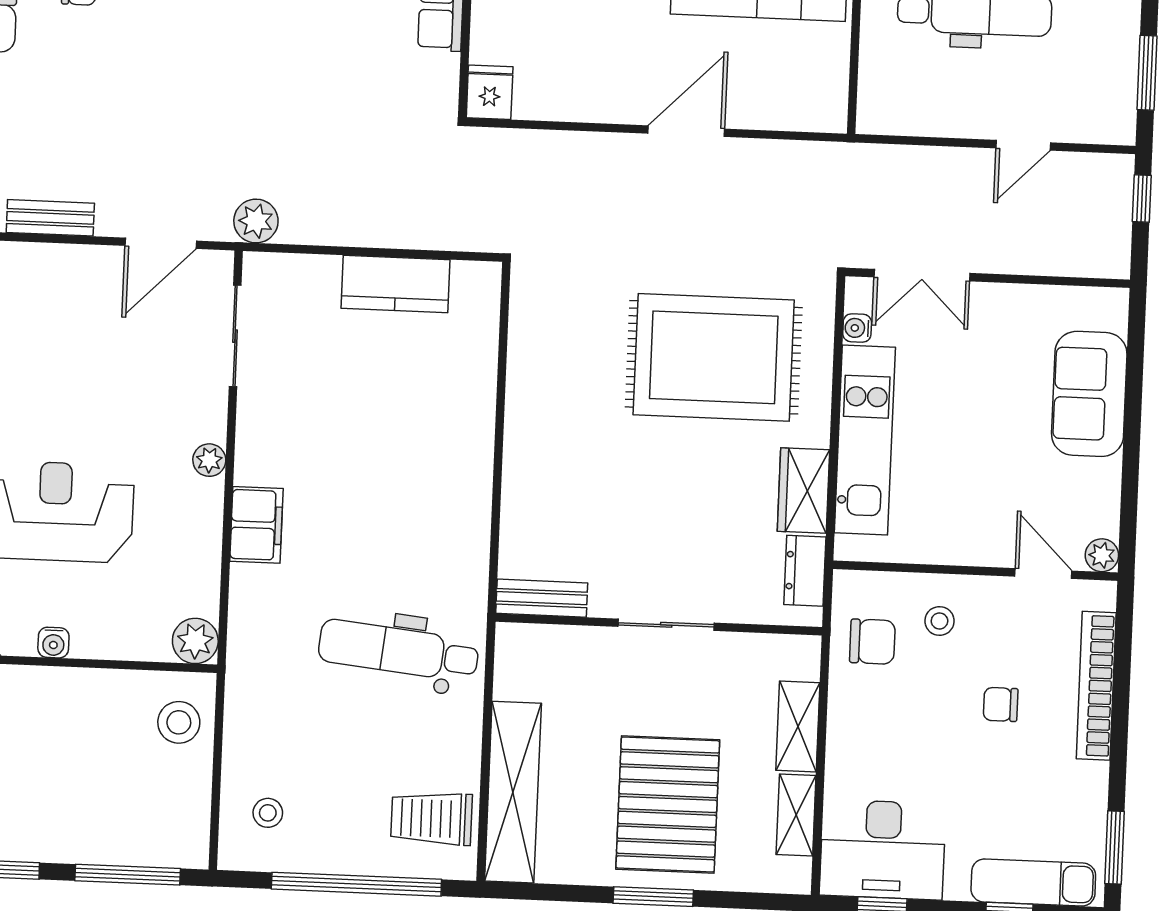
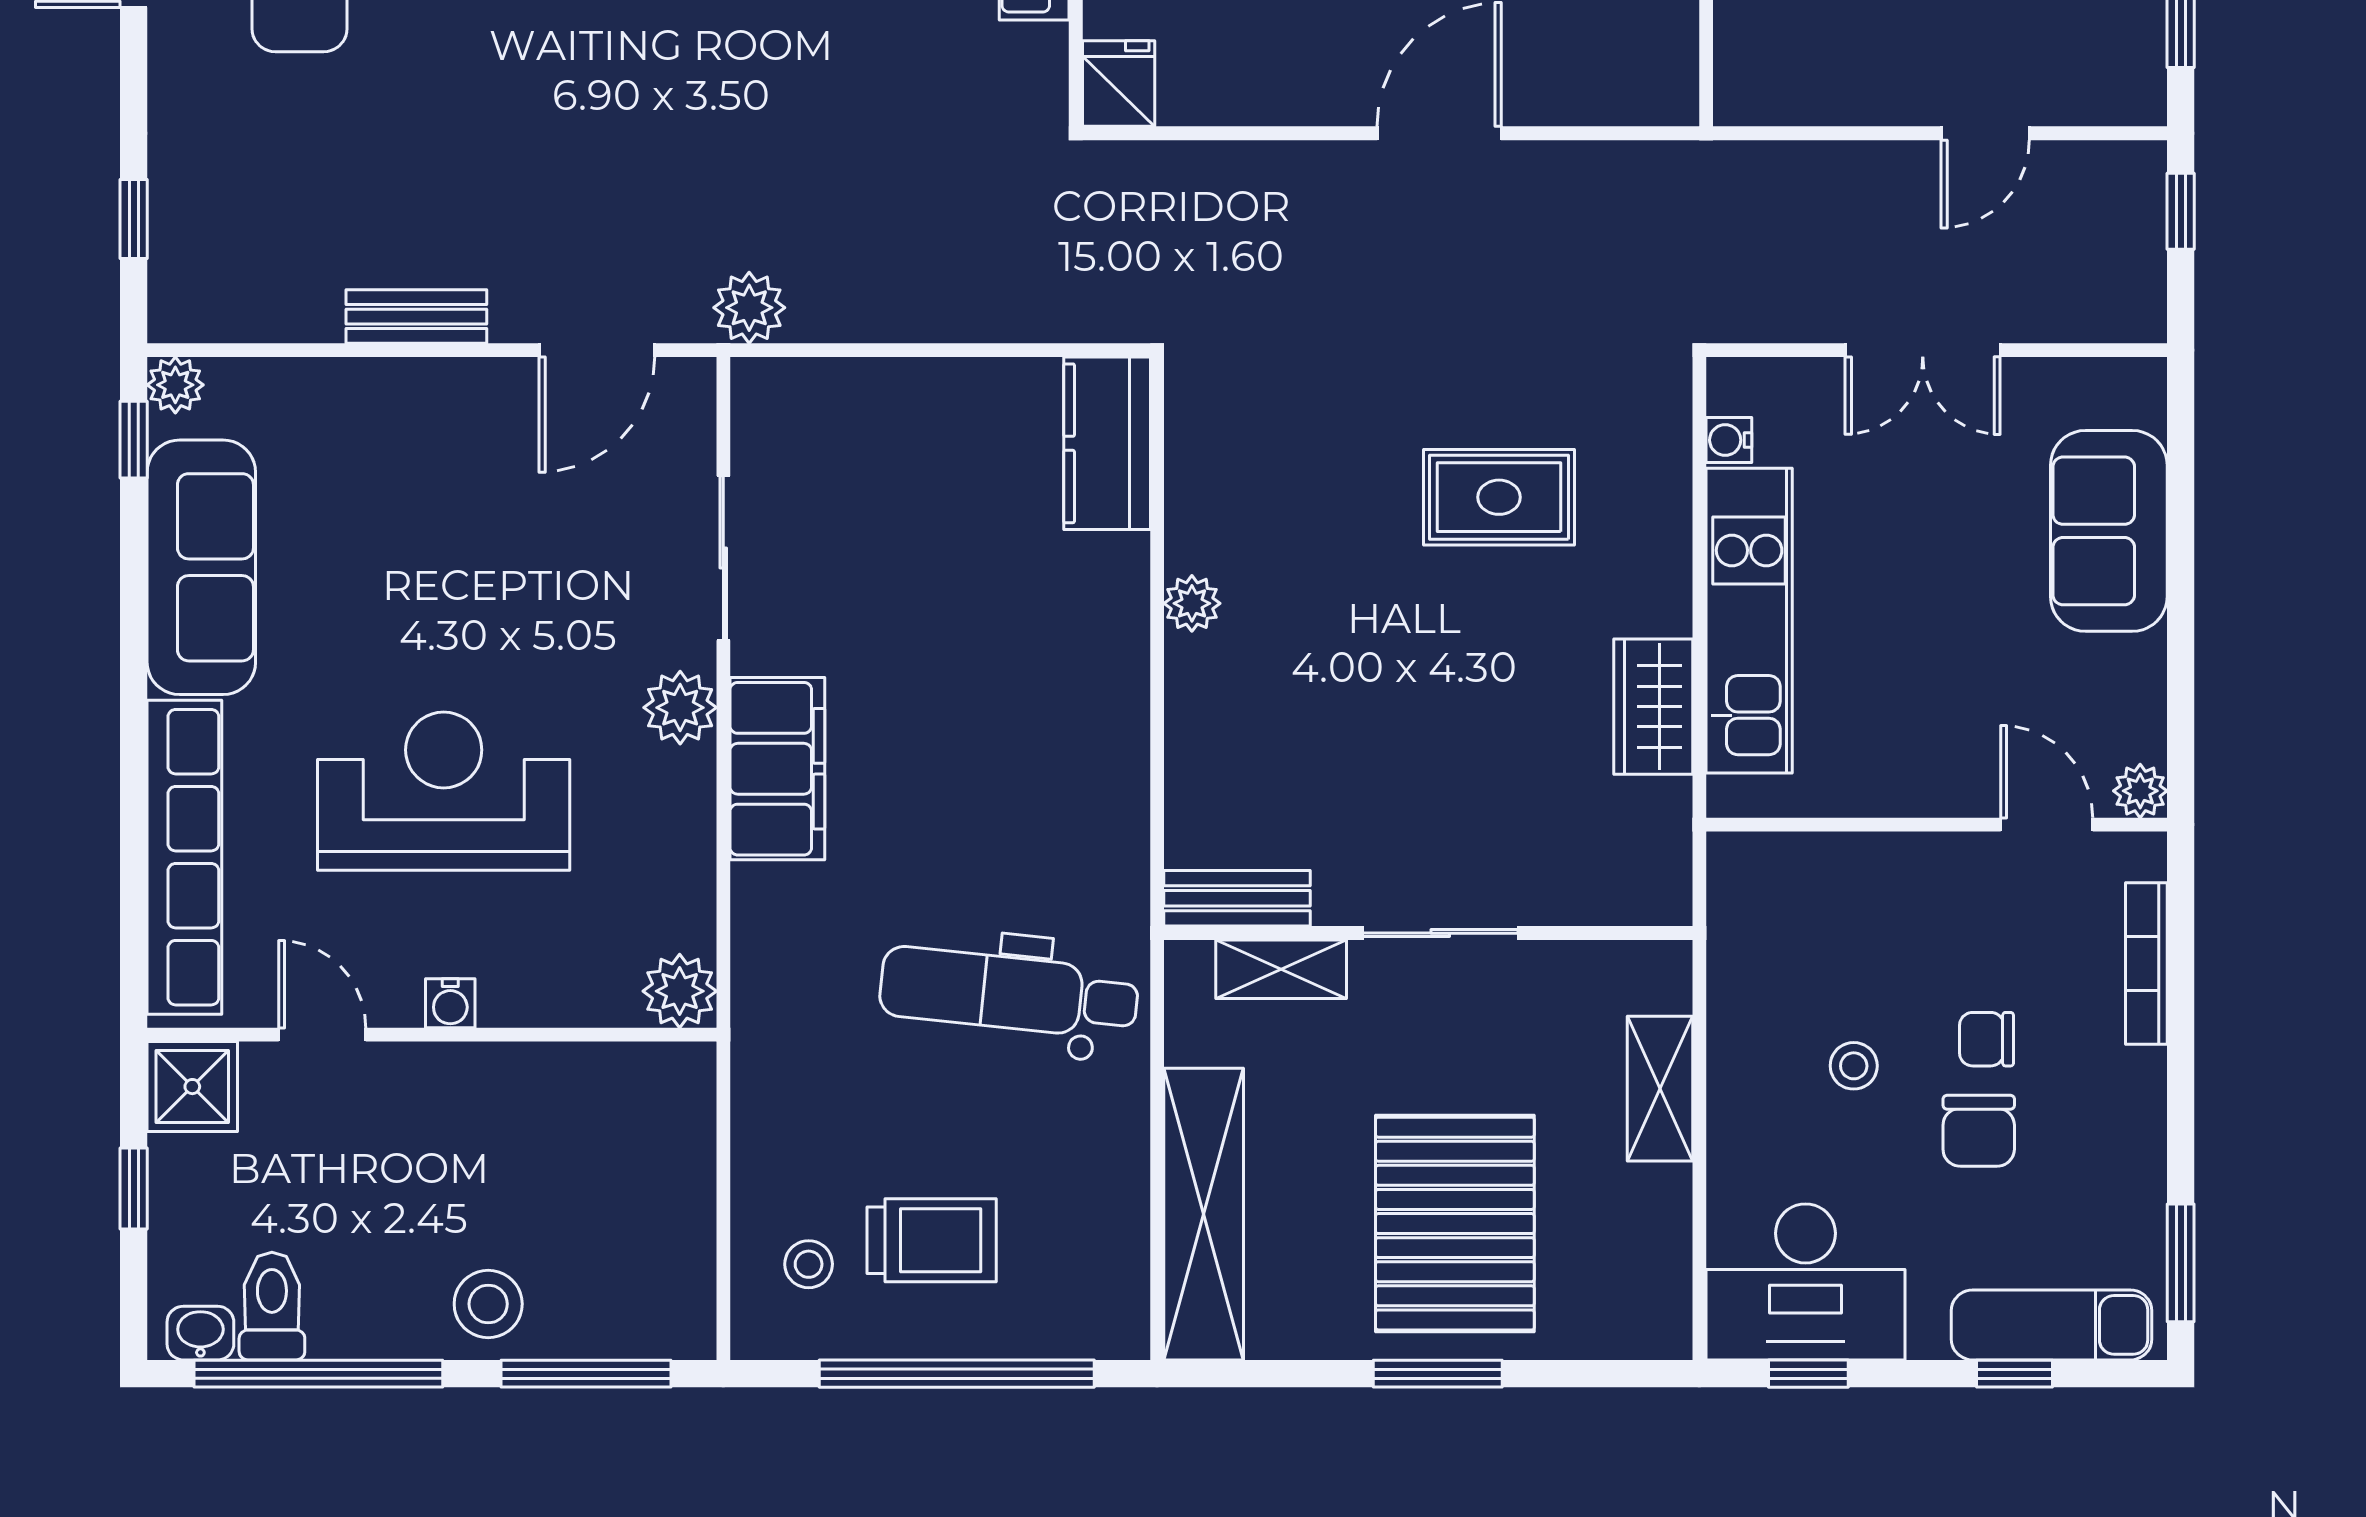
double door: (922, 275) -> (1923, 350), moved
kitchen counter: (395, 284) -> (1107, 443), moved, turned 90
sliding door: (235, 336) -> (723, 558), moved
rug: (714, 357) -> (1499, 497), width x0.54, depth x0.49
plant: (522, 415) -> (1192, 603), added
plant: (209, 460) -> (680, 708), width x1.38, depth x1.38
filing cabinet: (256, 525) -> (777, 769), width x1.50, depth x1.17
dresser: (805, 571) -> (1661, 836), removed
stool: (939, 621) -> (1854, 1066), moved
chair: (872, 642) -> (1979, 1131), moved, turned 90
bookcase: (1096, 686) -> (2146, 964), width x0.68, depth x0.76
stool: (179, 722) -> (488, 1304), moved
shelving: (796, 815) -> (1281, 969), moved, turned 90
trolley: (432, 818) -> (932, 1240), moved, turned 180

